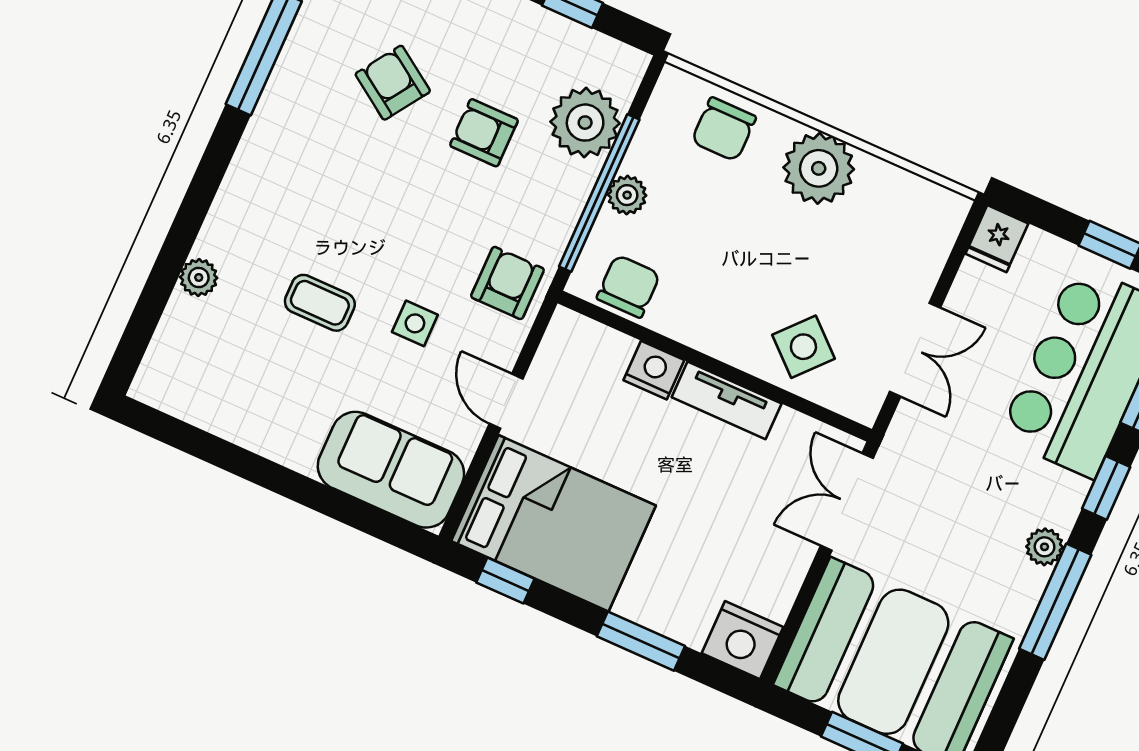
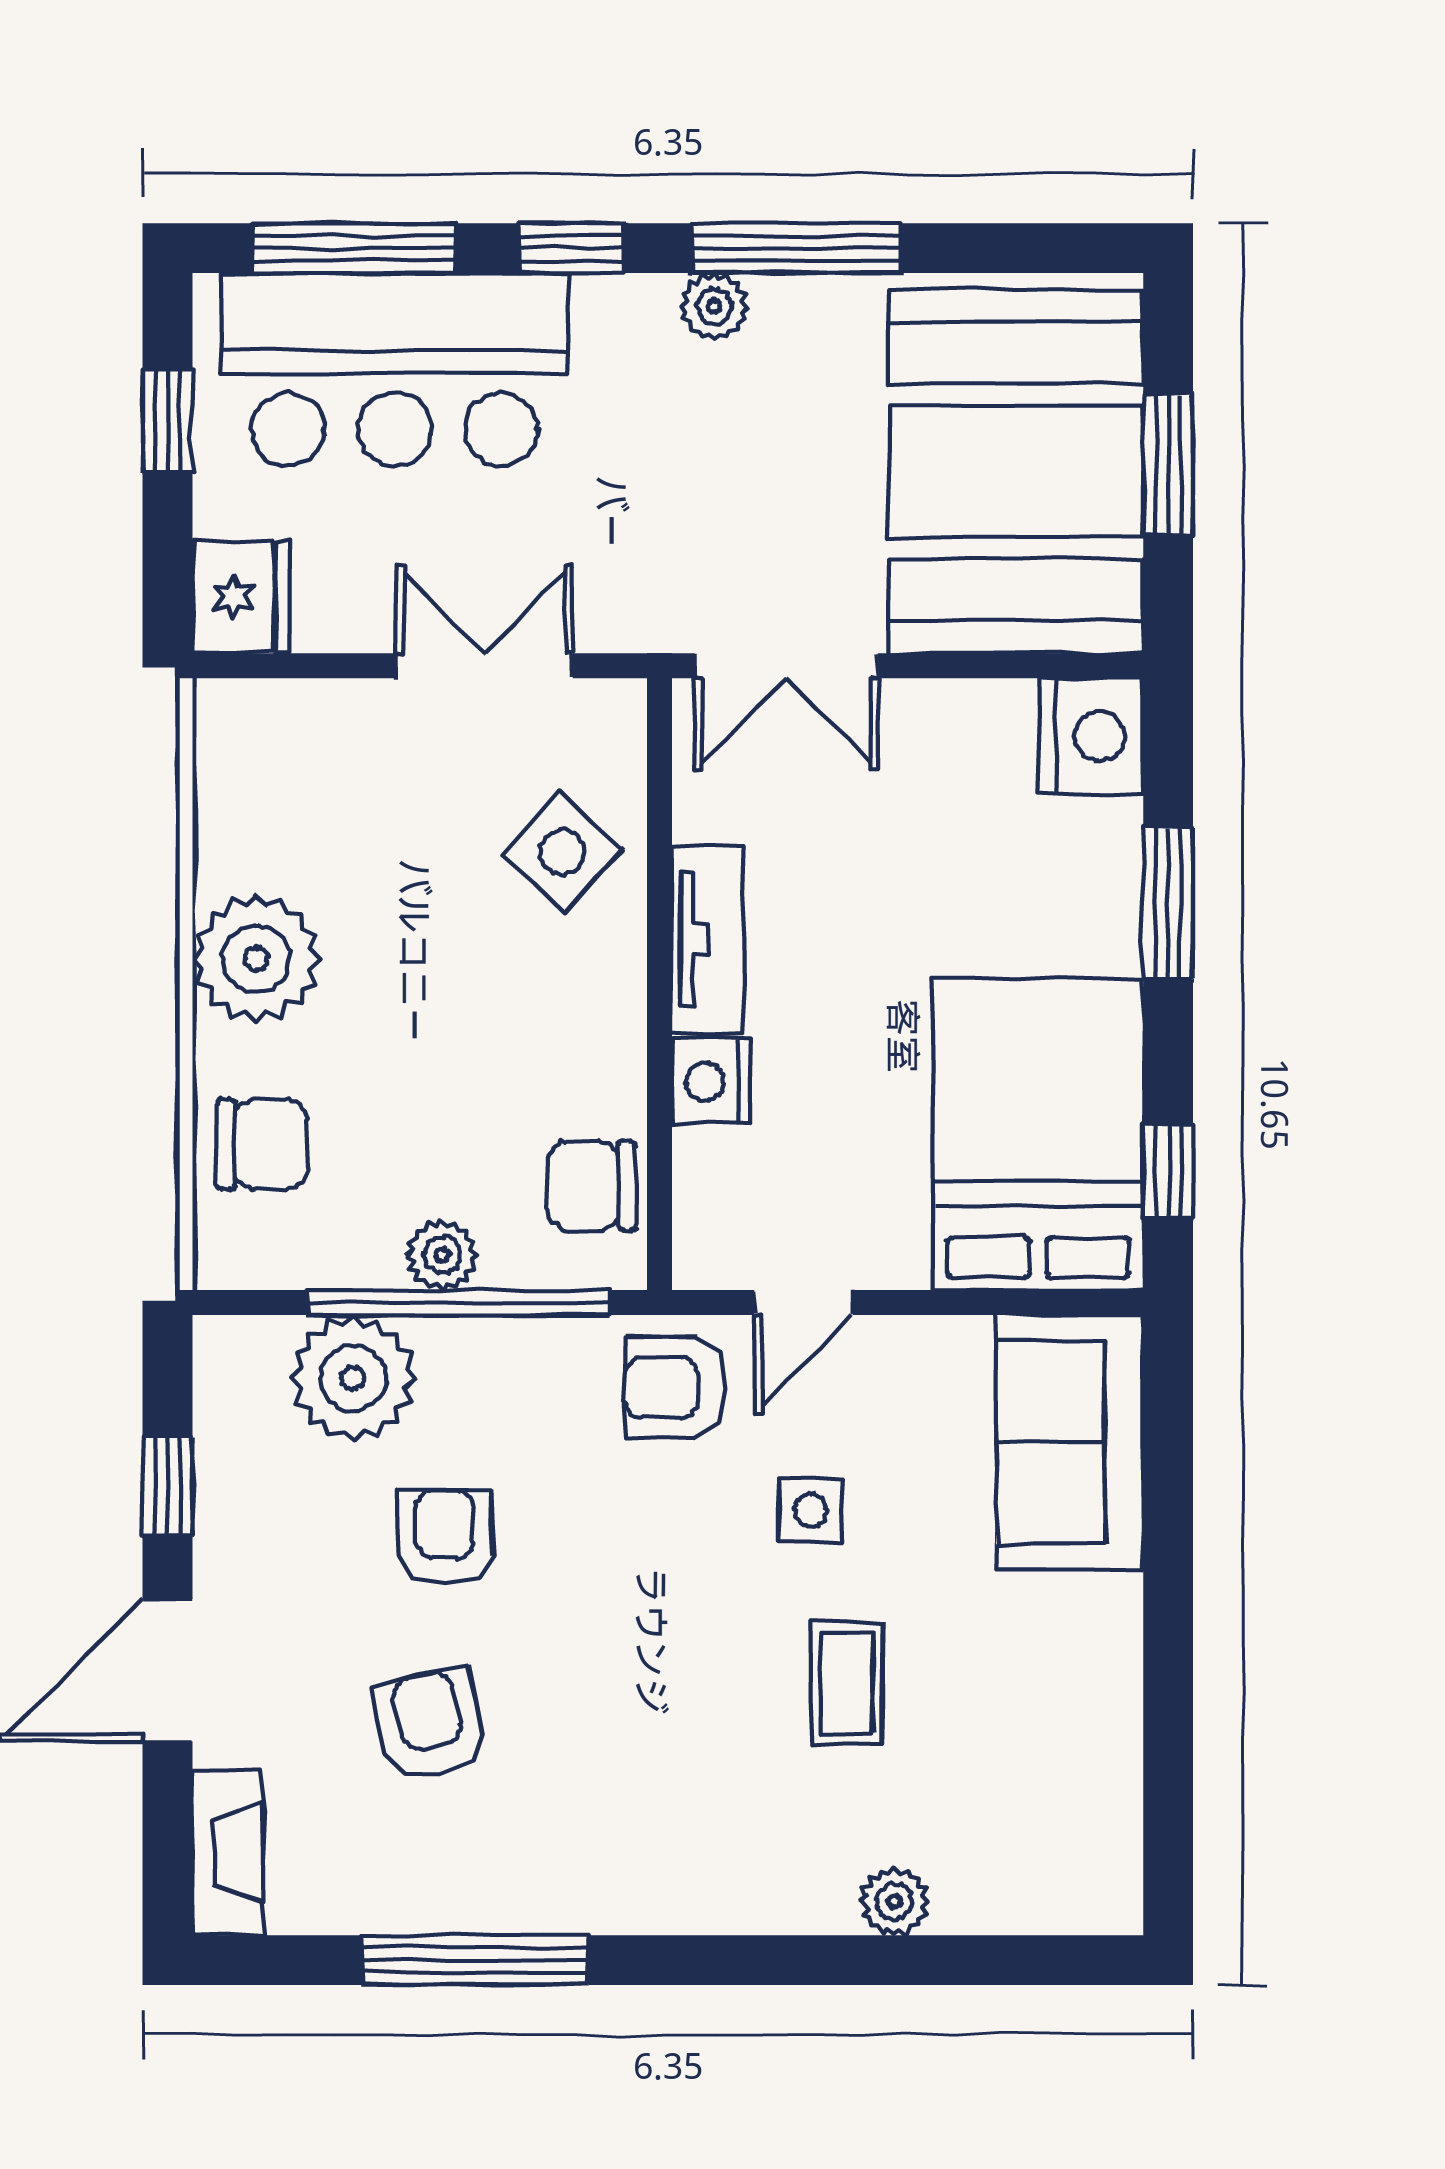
armchair: (393, 83) -> (430, 1725), turned 135
armchair: (484, 133) -> (445, 1537), turned 180
fridge: (997, 239) -> (241, 597), width x1.38
door: (506, 401) -> (804, 1303), moved

